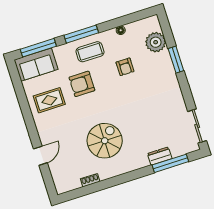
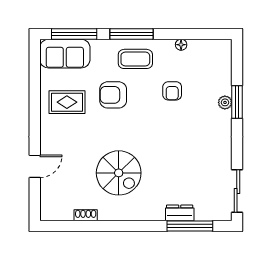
plant: (156, 42) -> (225, 102), moved, width x0.53, depth x0.53
spiral stairs: (105, 141) -> (119, 173), turned 90

